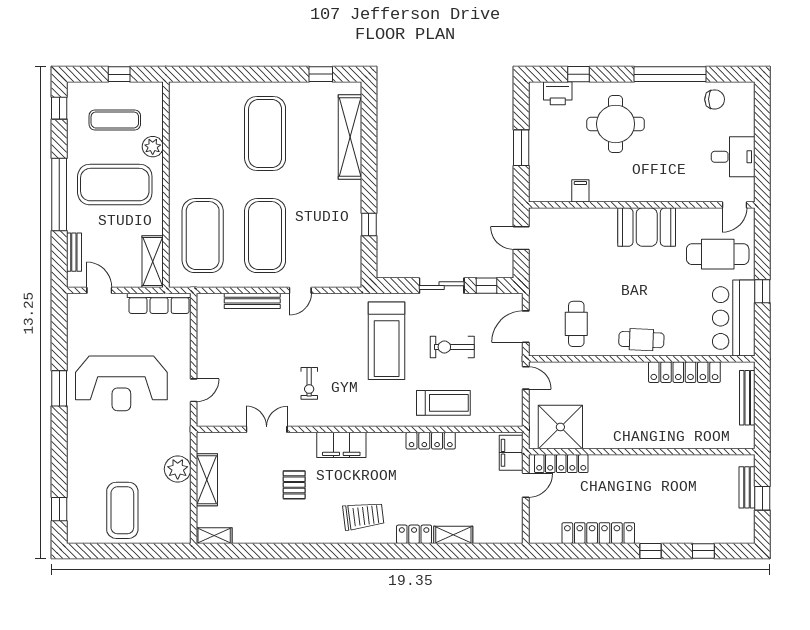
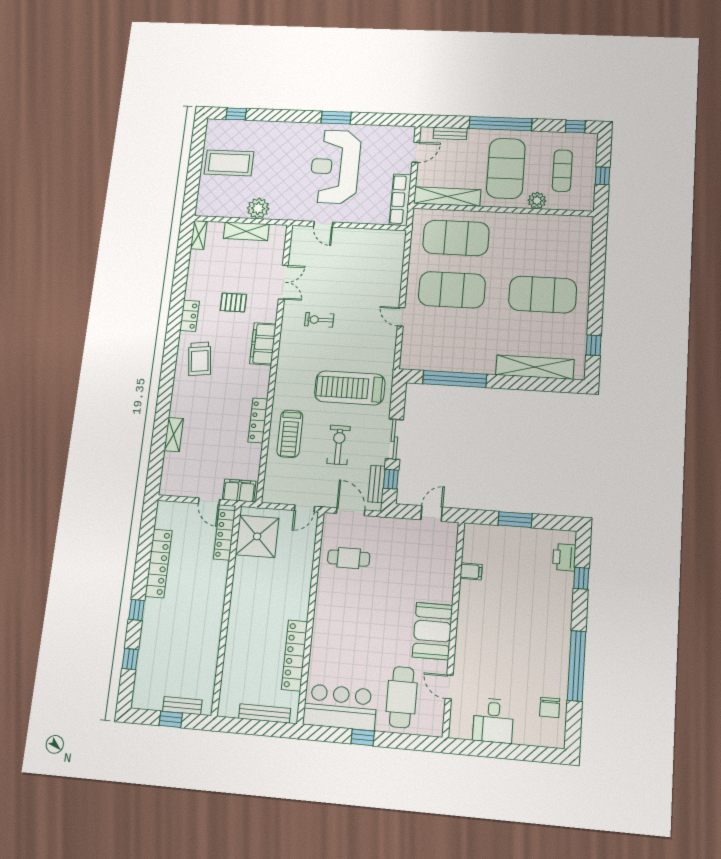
round table: (616, 124) -> (532, 610), removed
door: (734, 205) -> (449, 687), moved
window: (369, 224) -> (455, 379), width x3.17
shelving: (153, 262) -> (447, 197), width x1.47
bench: (252, 301) -> (377, 484), moved, width x0.73
cafe table: (641, 340) -> (328, 617), removed
locker: (414, 534) -> (189, 316), moved

